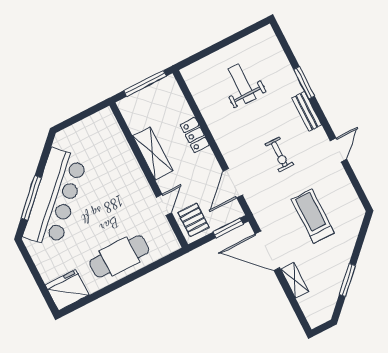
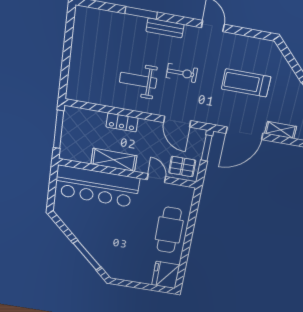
weight bench: (242, 84) -> (138, 80), moved
bar counter: (55, 198) -> (97, 187), moved, turned 135

